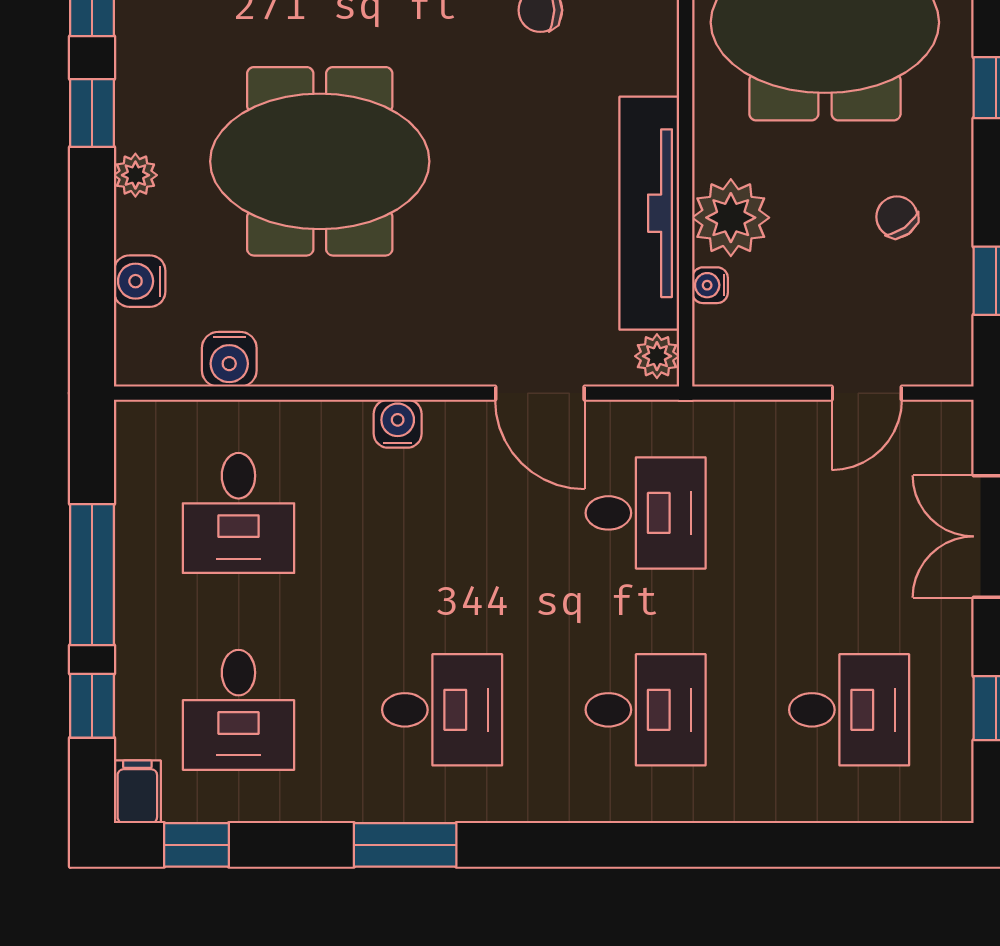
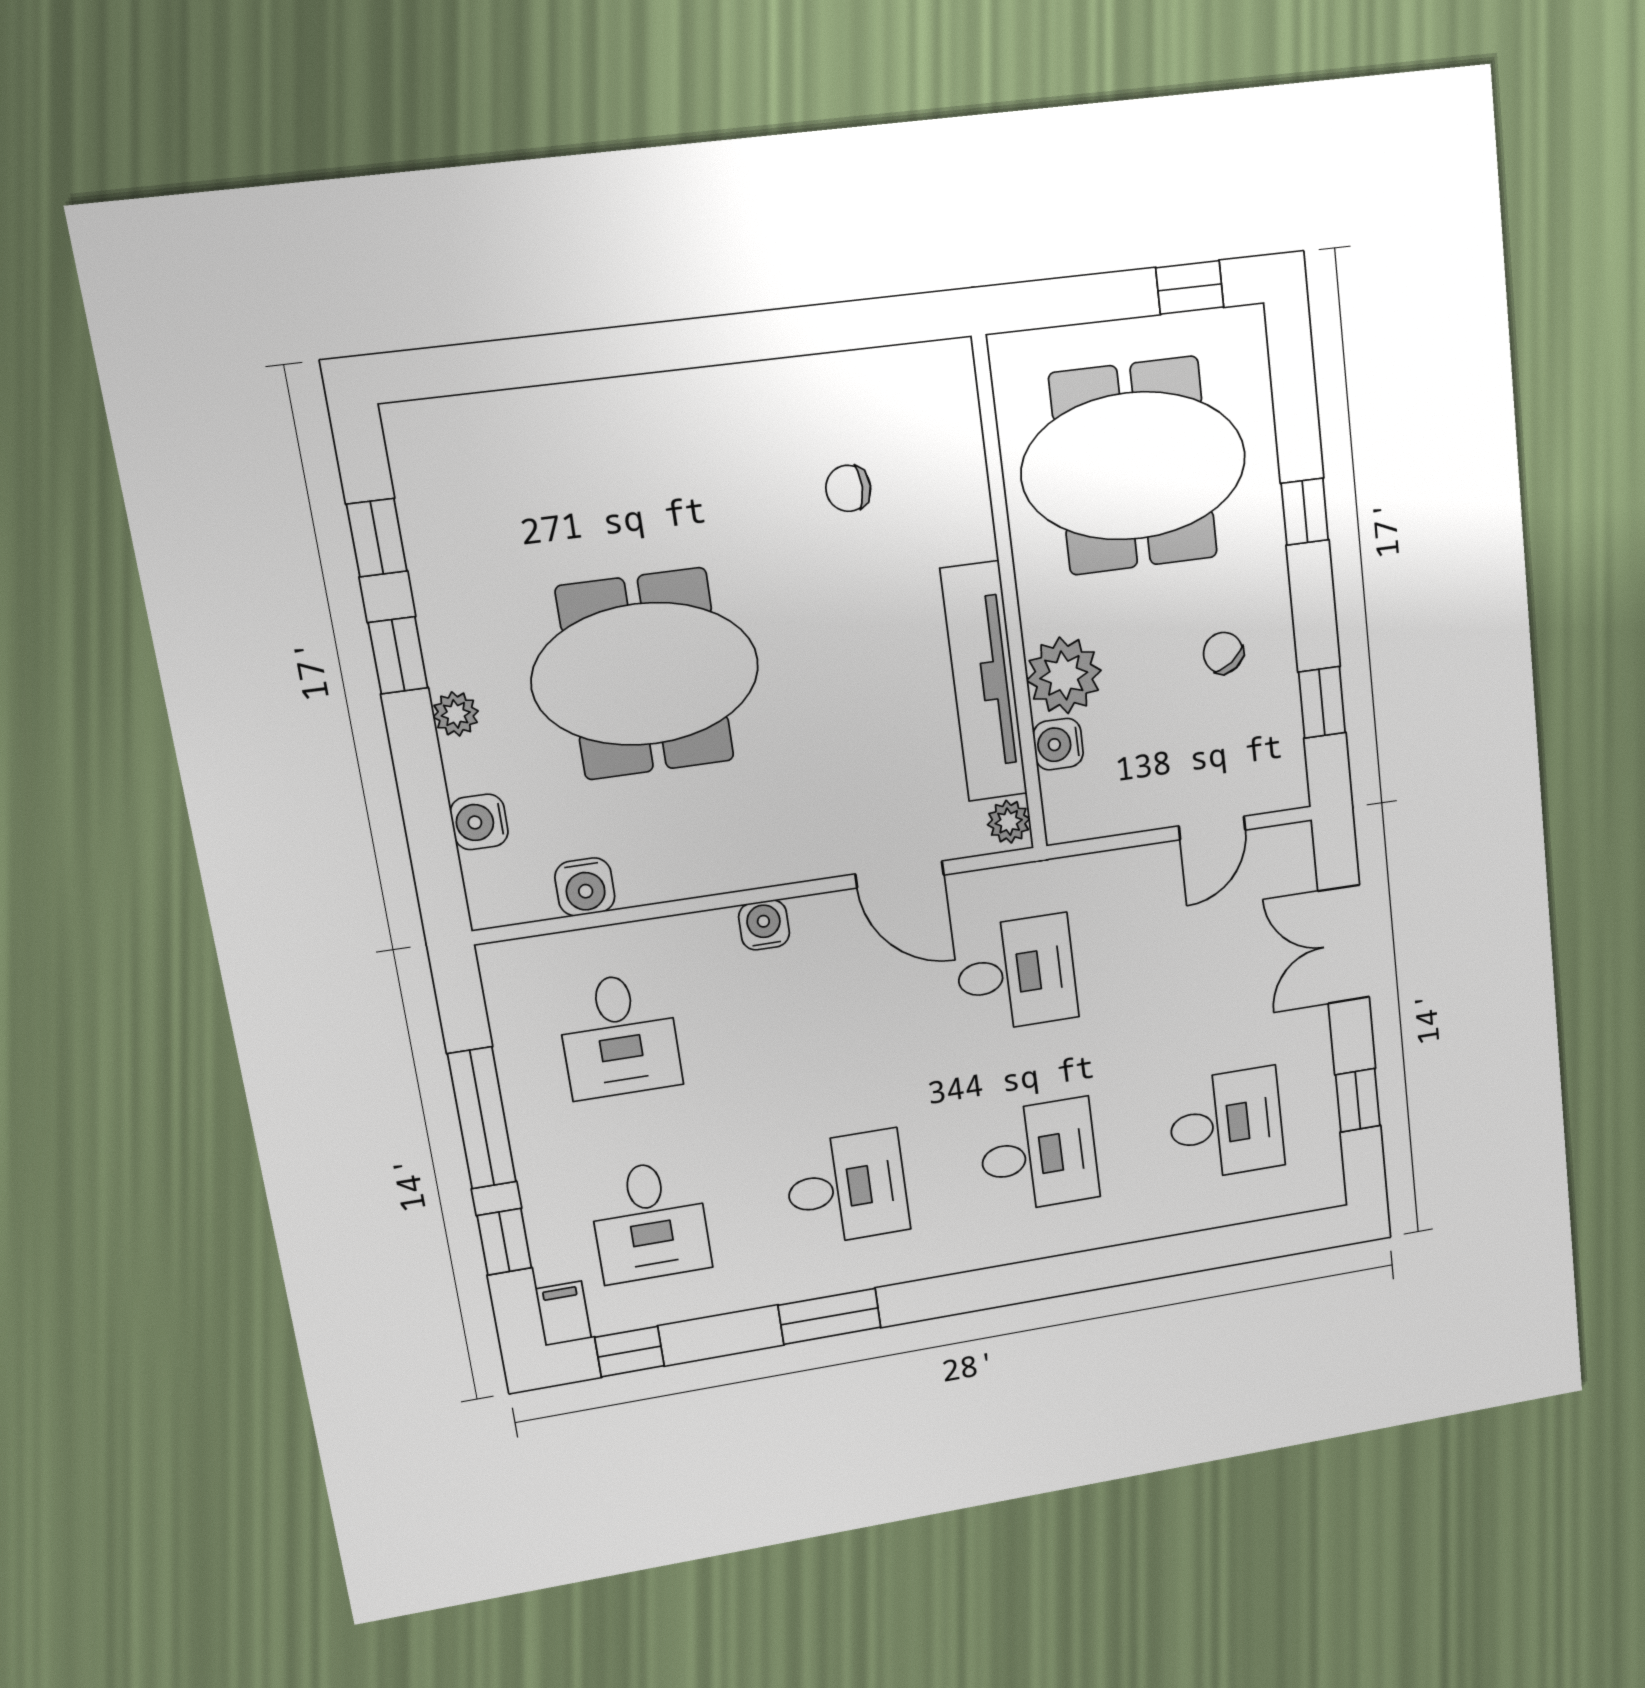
water cooler: (710, 285) -> (1058, 744), width x1.38, depth x1.38

